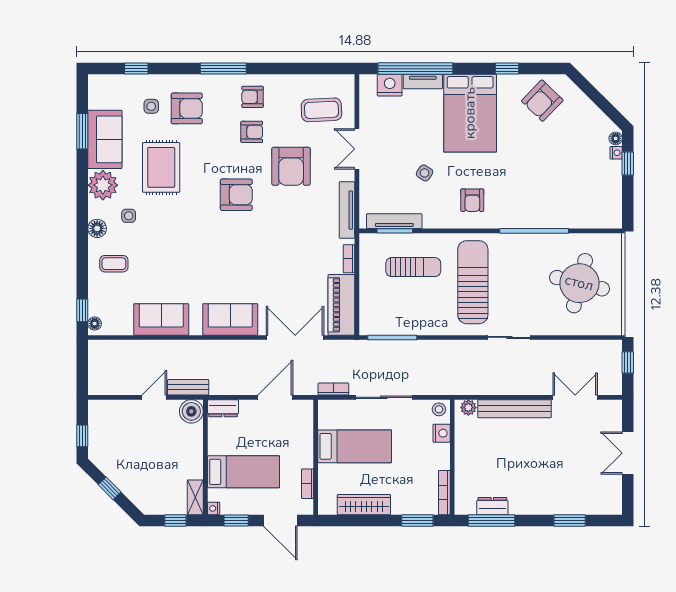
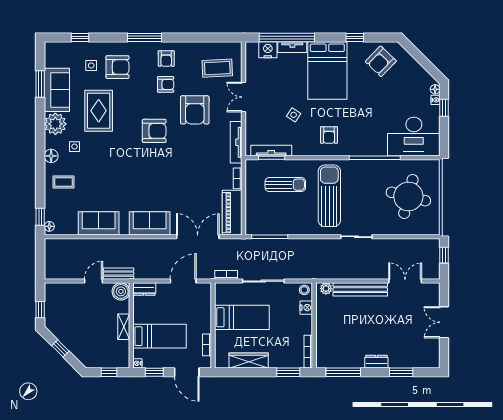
armchair: (253, 97) -> (166, 59), turned -90
desk: (587, 202) -> (414, 137), added
shelving: (195, 497) -> (124, 327), moved
dresser: (492, 506) -> (376, 362), moved

